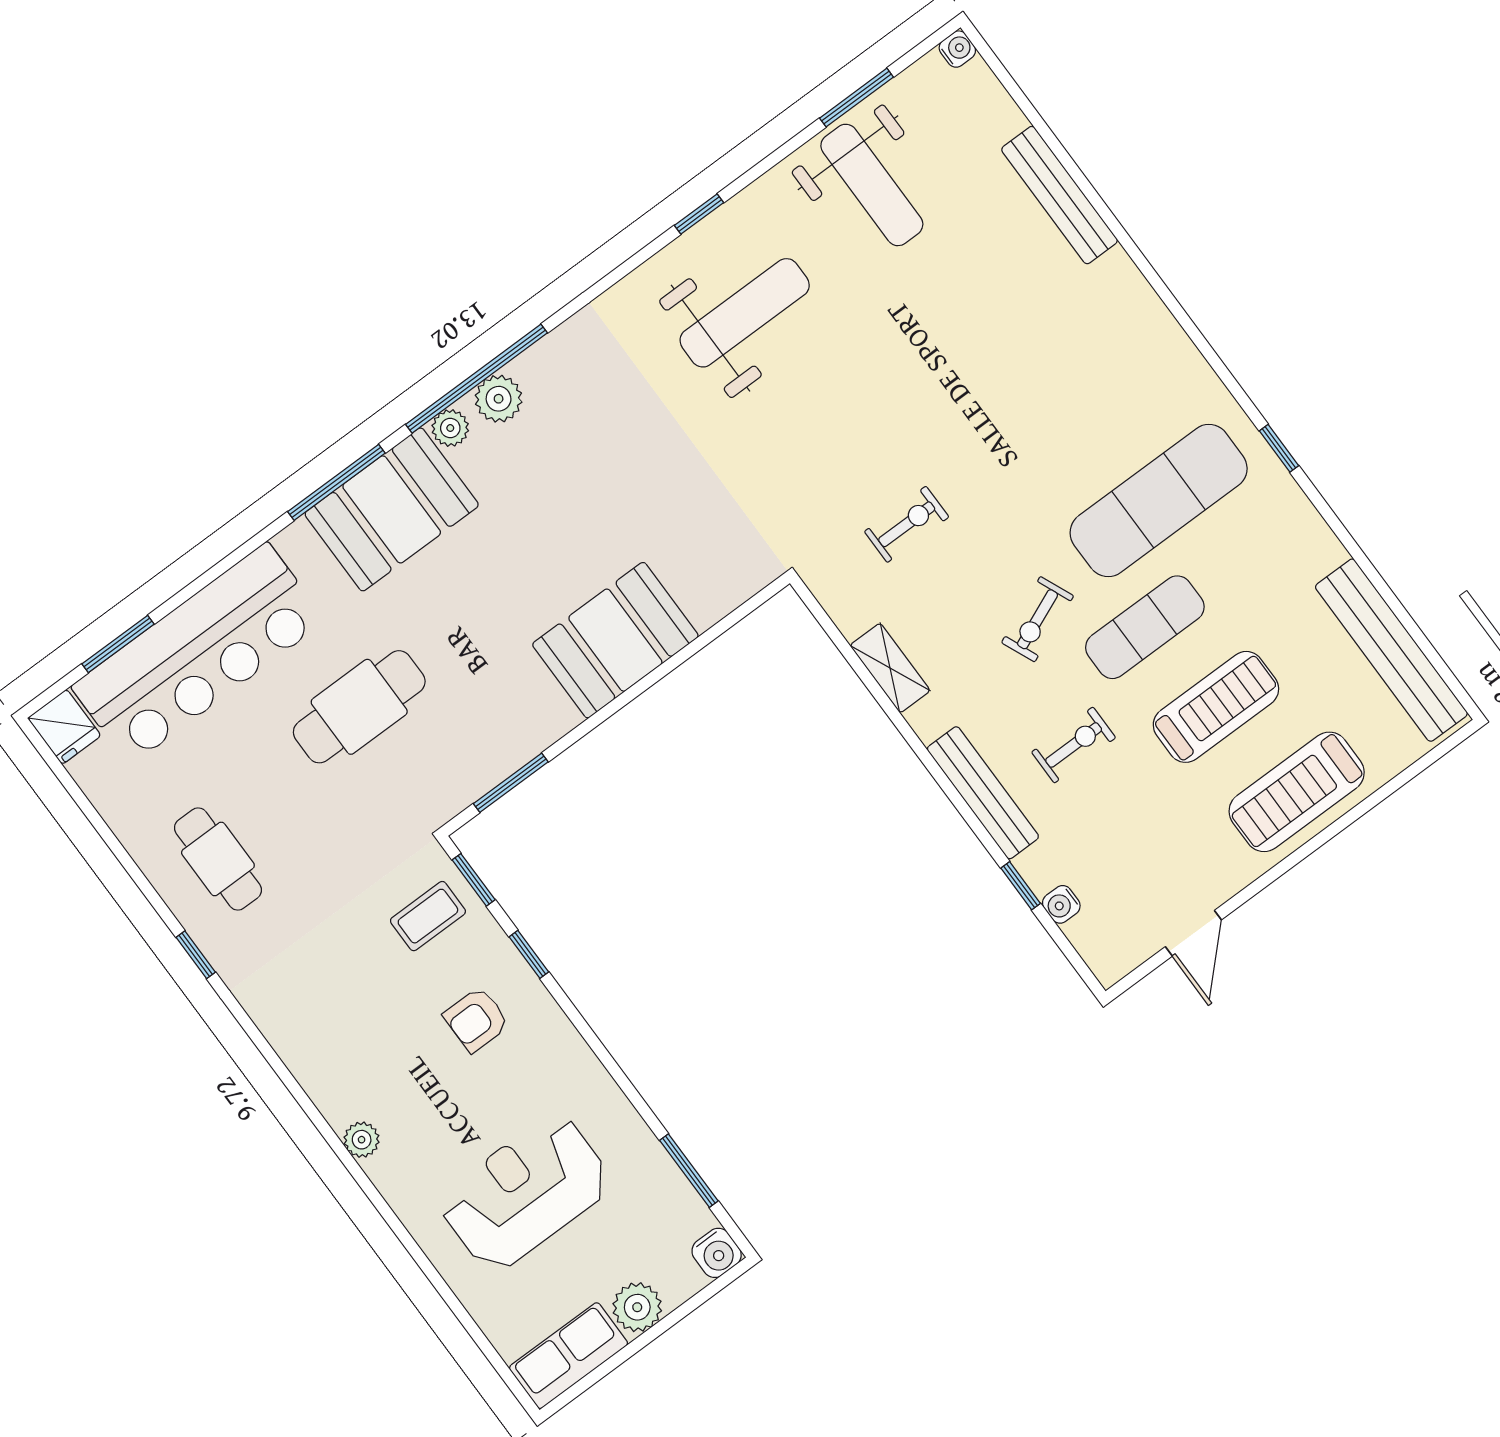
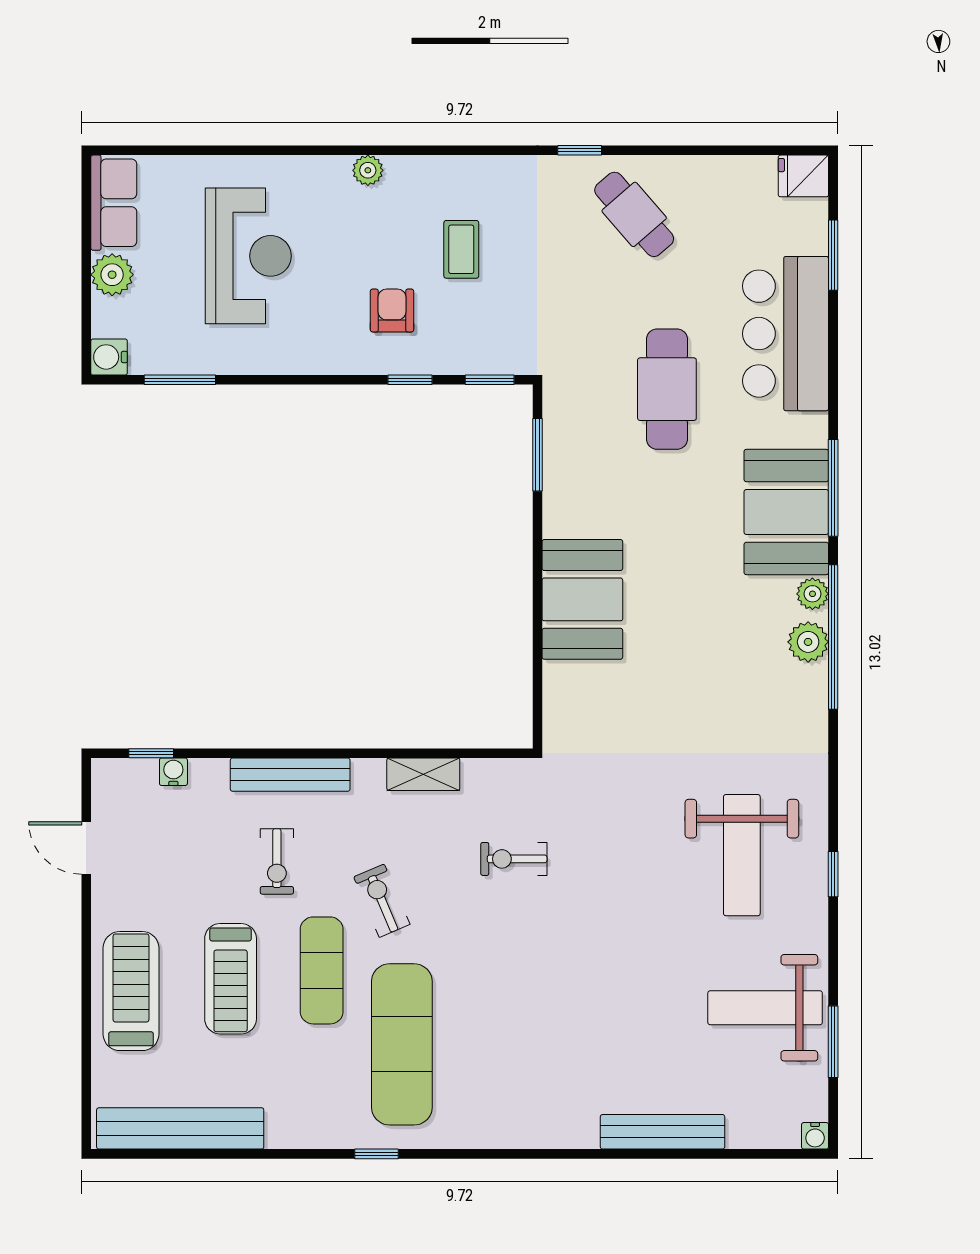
exercise bike: (907, 524) -> (514, 859), turned 90
bar counter: (198, 654) -> (786, 334), width x0.73
cafe table: (218, 859) -> (634, 214), turned 49
window: (1021, 886) -> (151, 753), moved
coffee table: (428, 916) -> (461, 249), moved

